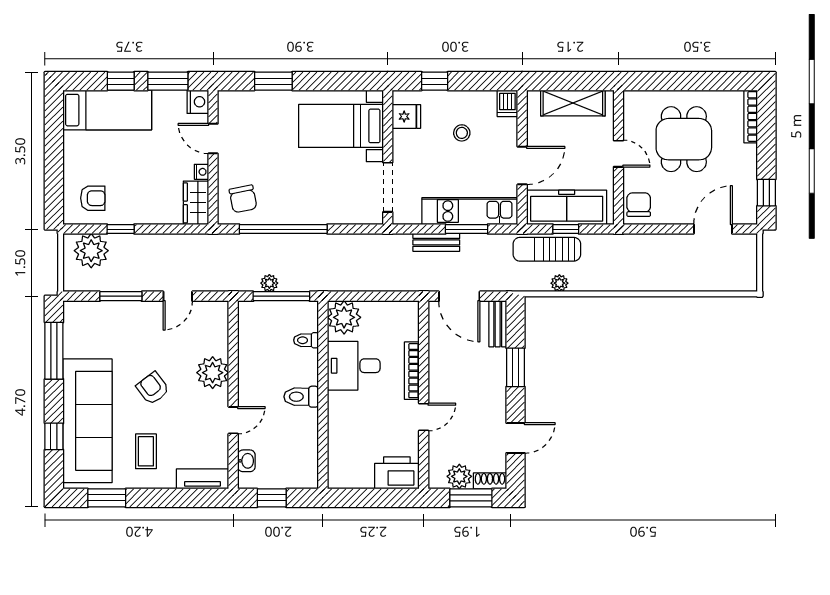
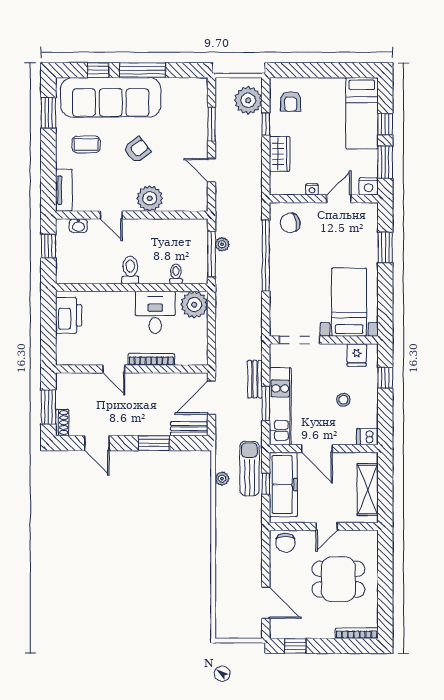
wardrobe: (196, 203) -> (280, 154), moved, turned 90
chair: (639, 205) -> (285, 543), turned 90
window: (54, 351) -> (142, 70), moved
printer: (397, 473) -> (69, 315), moved
plant: (459, 476) -> (66, 398), removed

